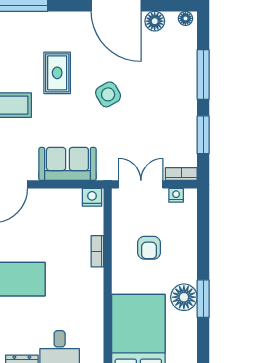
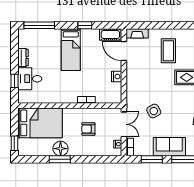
side table: (108, 94) -> (154, 111), moved
sofa: (67, 164) -> (169, 147), moved, turned -90
nightstand: (92, 197) -> (117, 77), moved

